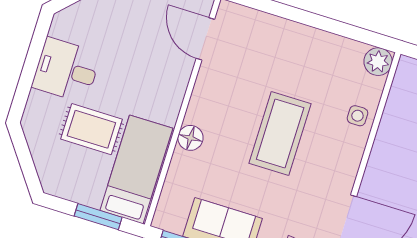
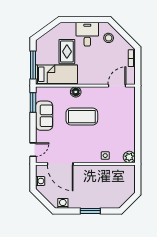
stool: (90, 24) -> (109, 38), added
coffee table: (280, 133) -> (82, 117), moved
window: (98, 217) -> (33, 65), width x1.44

